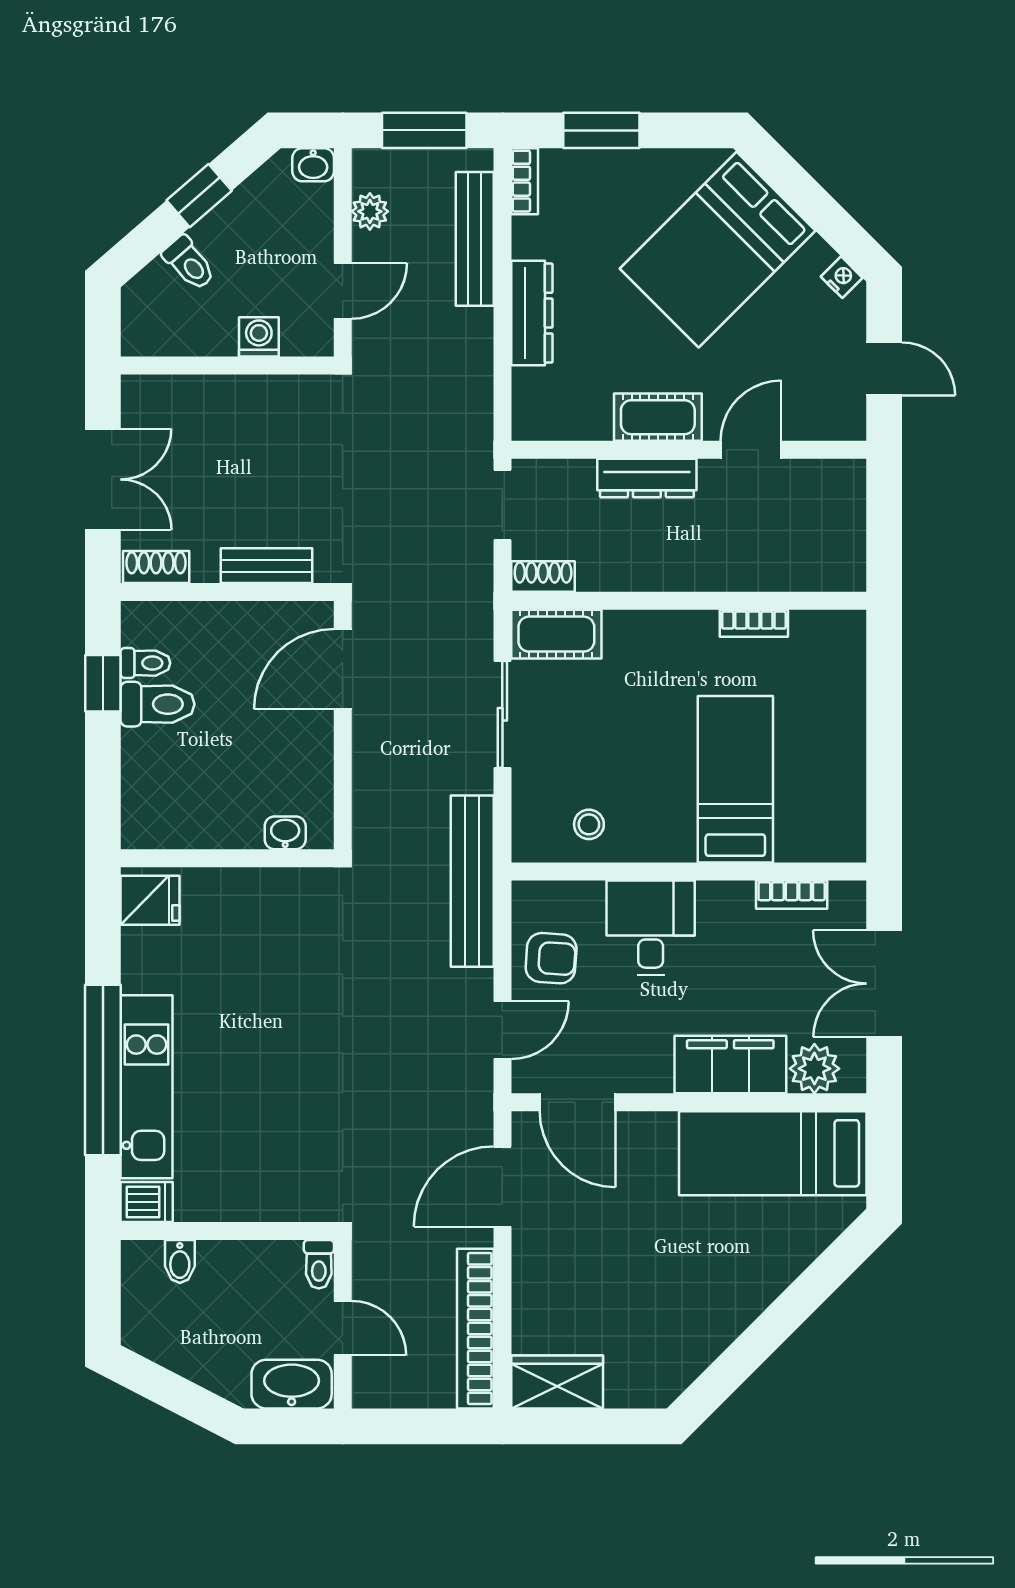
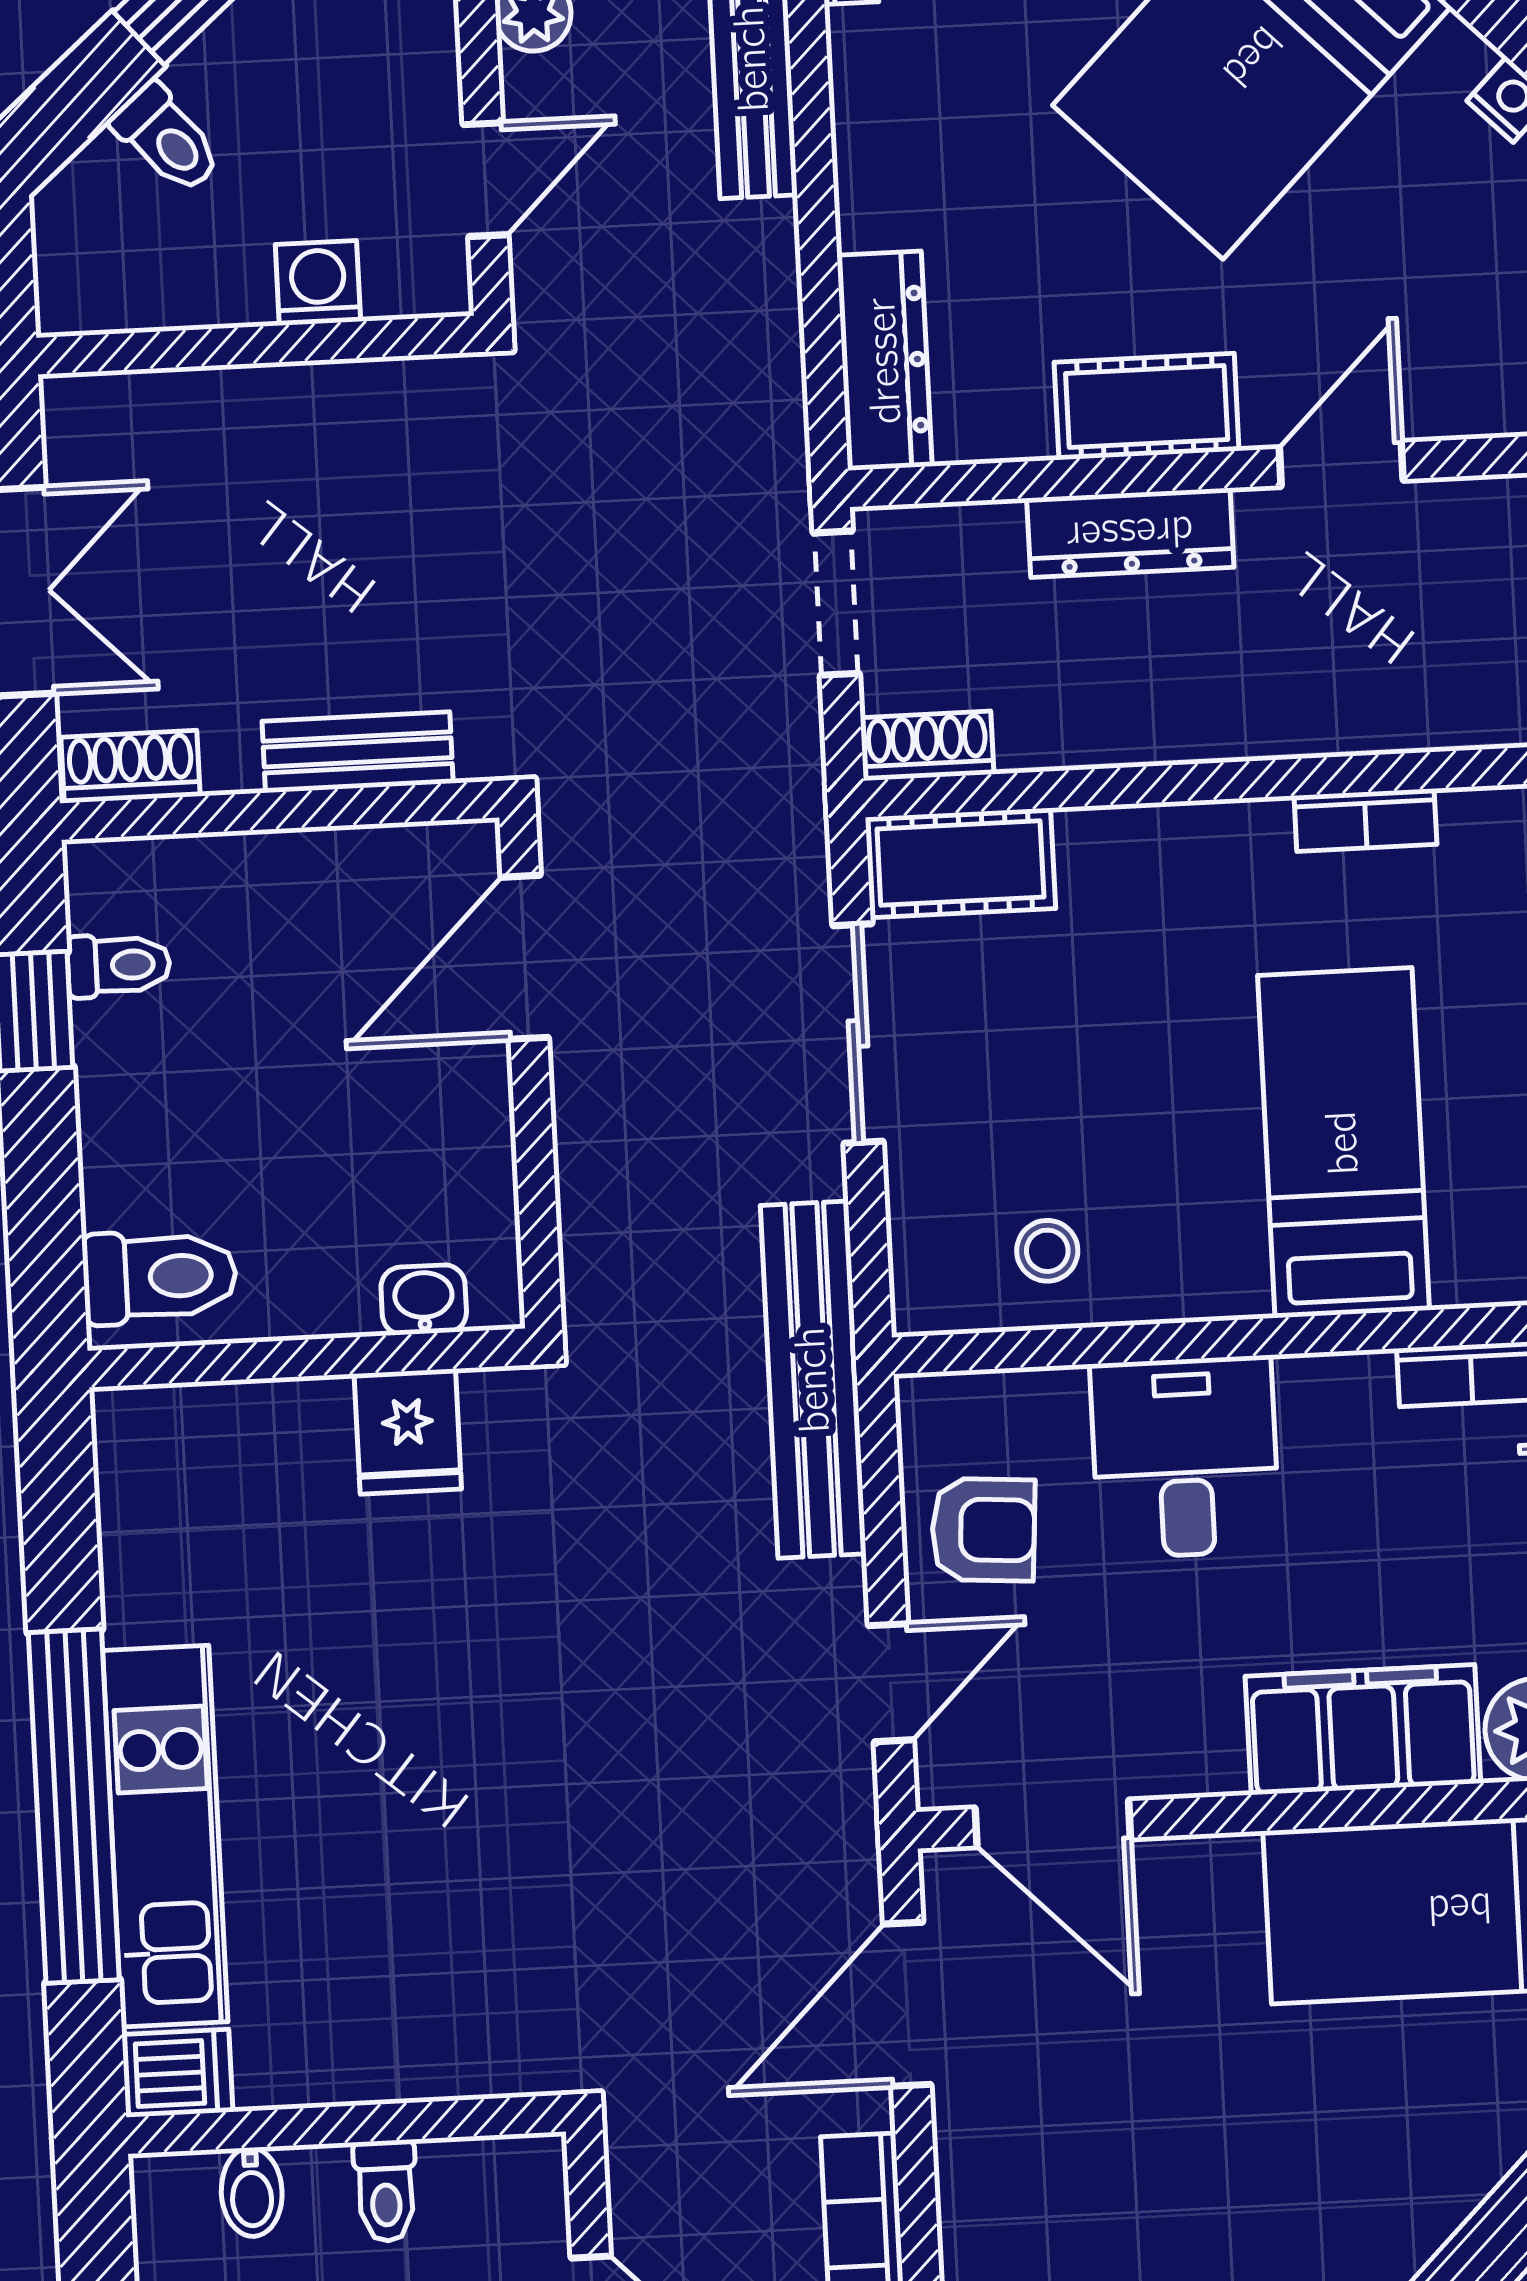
dresser: (532, 313) -> (884, 361), moved
toilet: (158, 704) -> (160, 1277), moved
fridge: (150, 900) -> (408, 1432), moved, turned 90
toilet: (319, 1264) -> (386, 2191), moved

